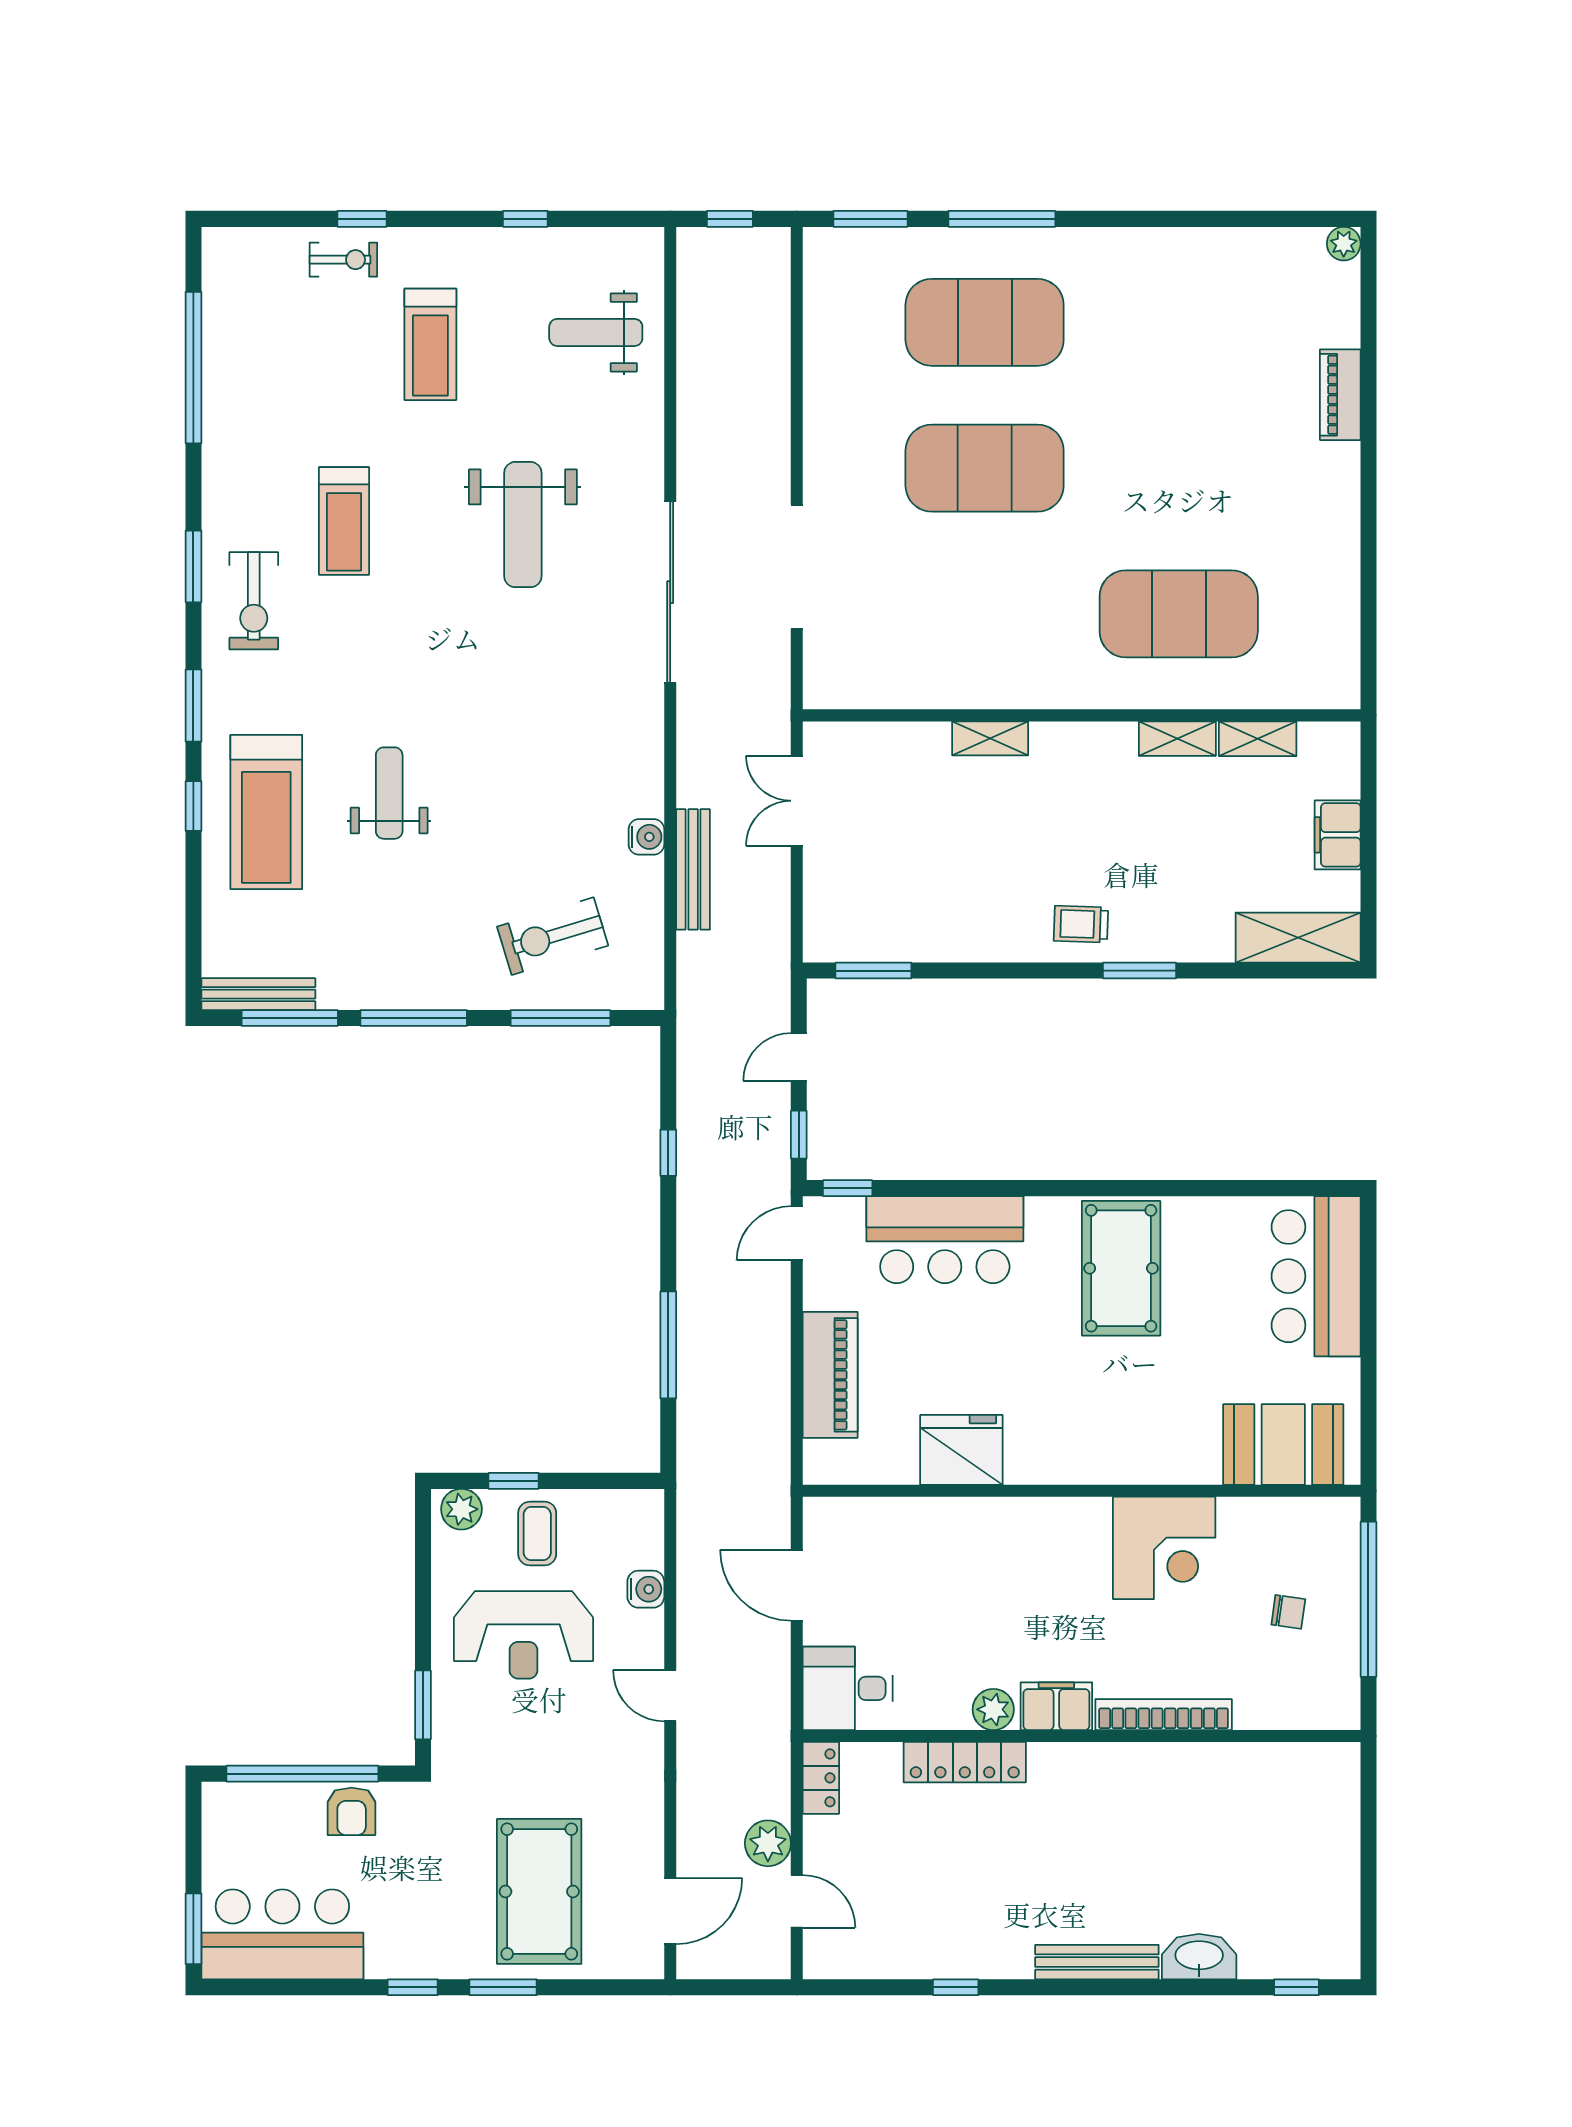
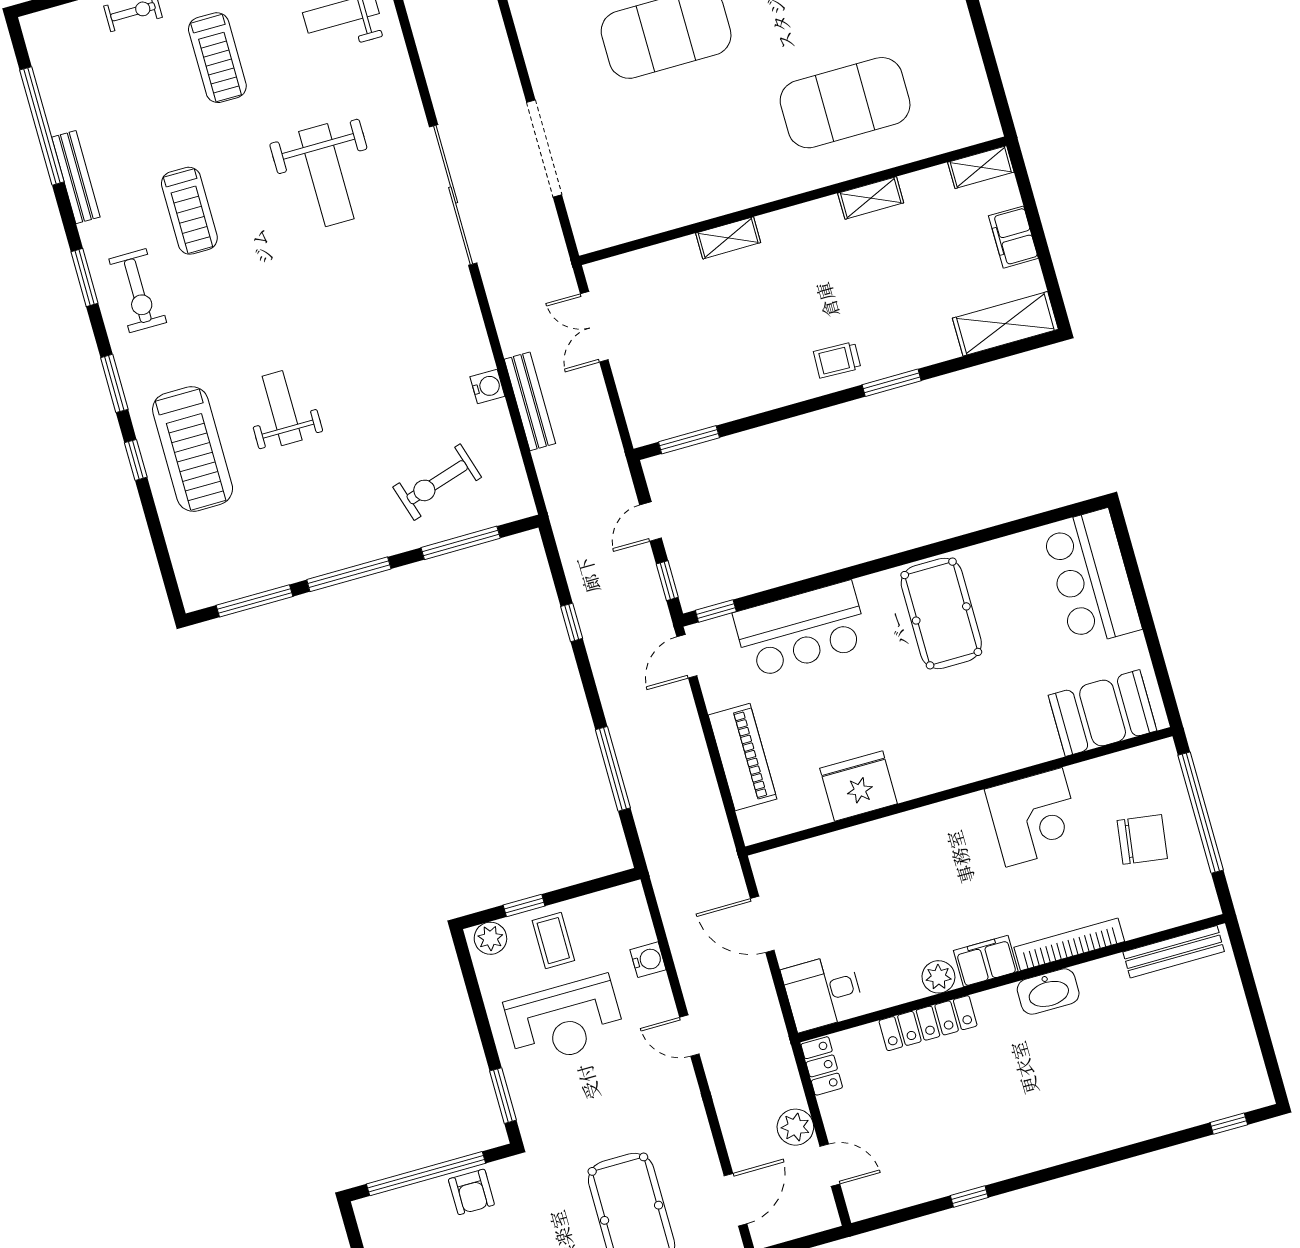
shelving: (1258, 739) -> (981, 167), moved
bench: (258, 994) -> (76, 177), moved, turned 90
chair: (1288, 1612) -> (1142, 839), width x1.87, depth x1.87
washbasin: (1199, 1957) -> (1048, 991), moved, turned 180
bench: (1097, 1962) -> (1174, 952), moved

